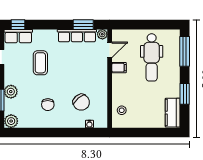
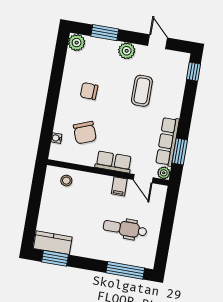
row of seats: (18, 36) -> (114, 162), moved, turned 90
dental chair: (152, 57) -> (125, 229), width x0.73, depth x0.72
coffee table: (40, 63) -> (142, 91), turned 90
plant: (11, 92) -> (127, 51), moved
window: (185, 94) -> (55, 258), moved
chair: (81, 102) -> (85, 133), turned -71

